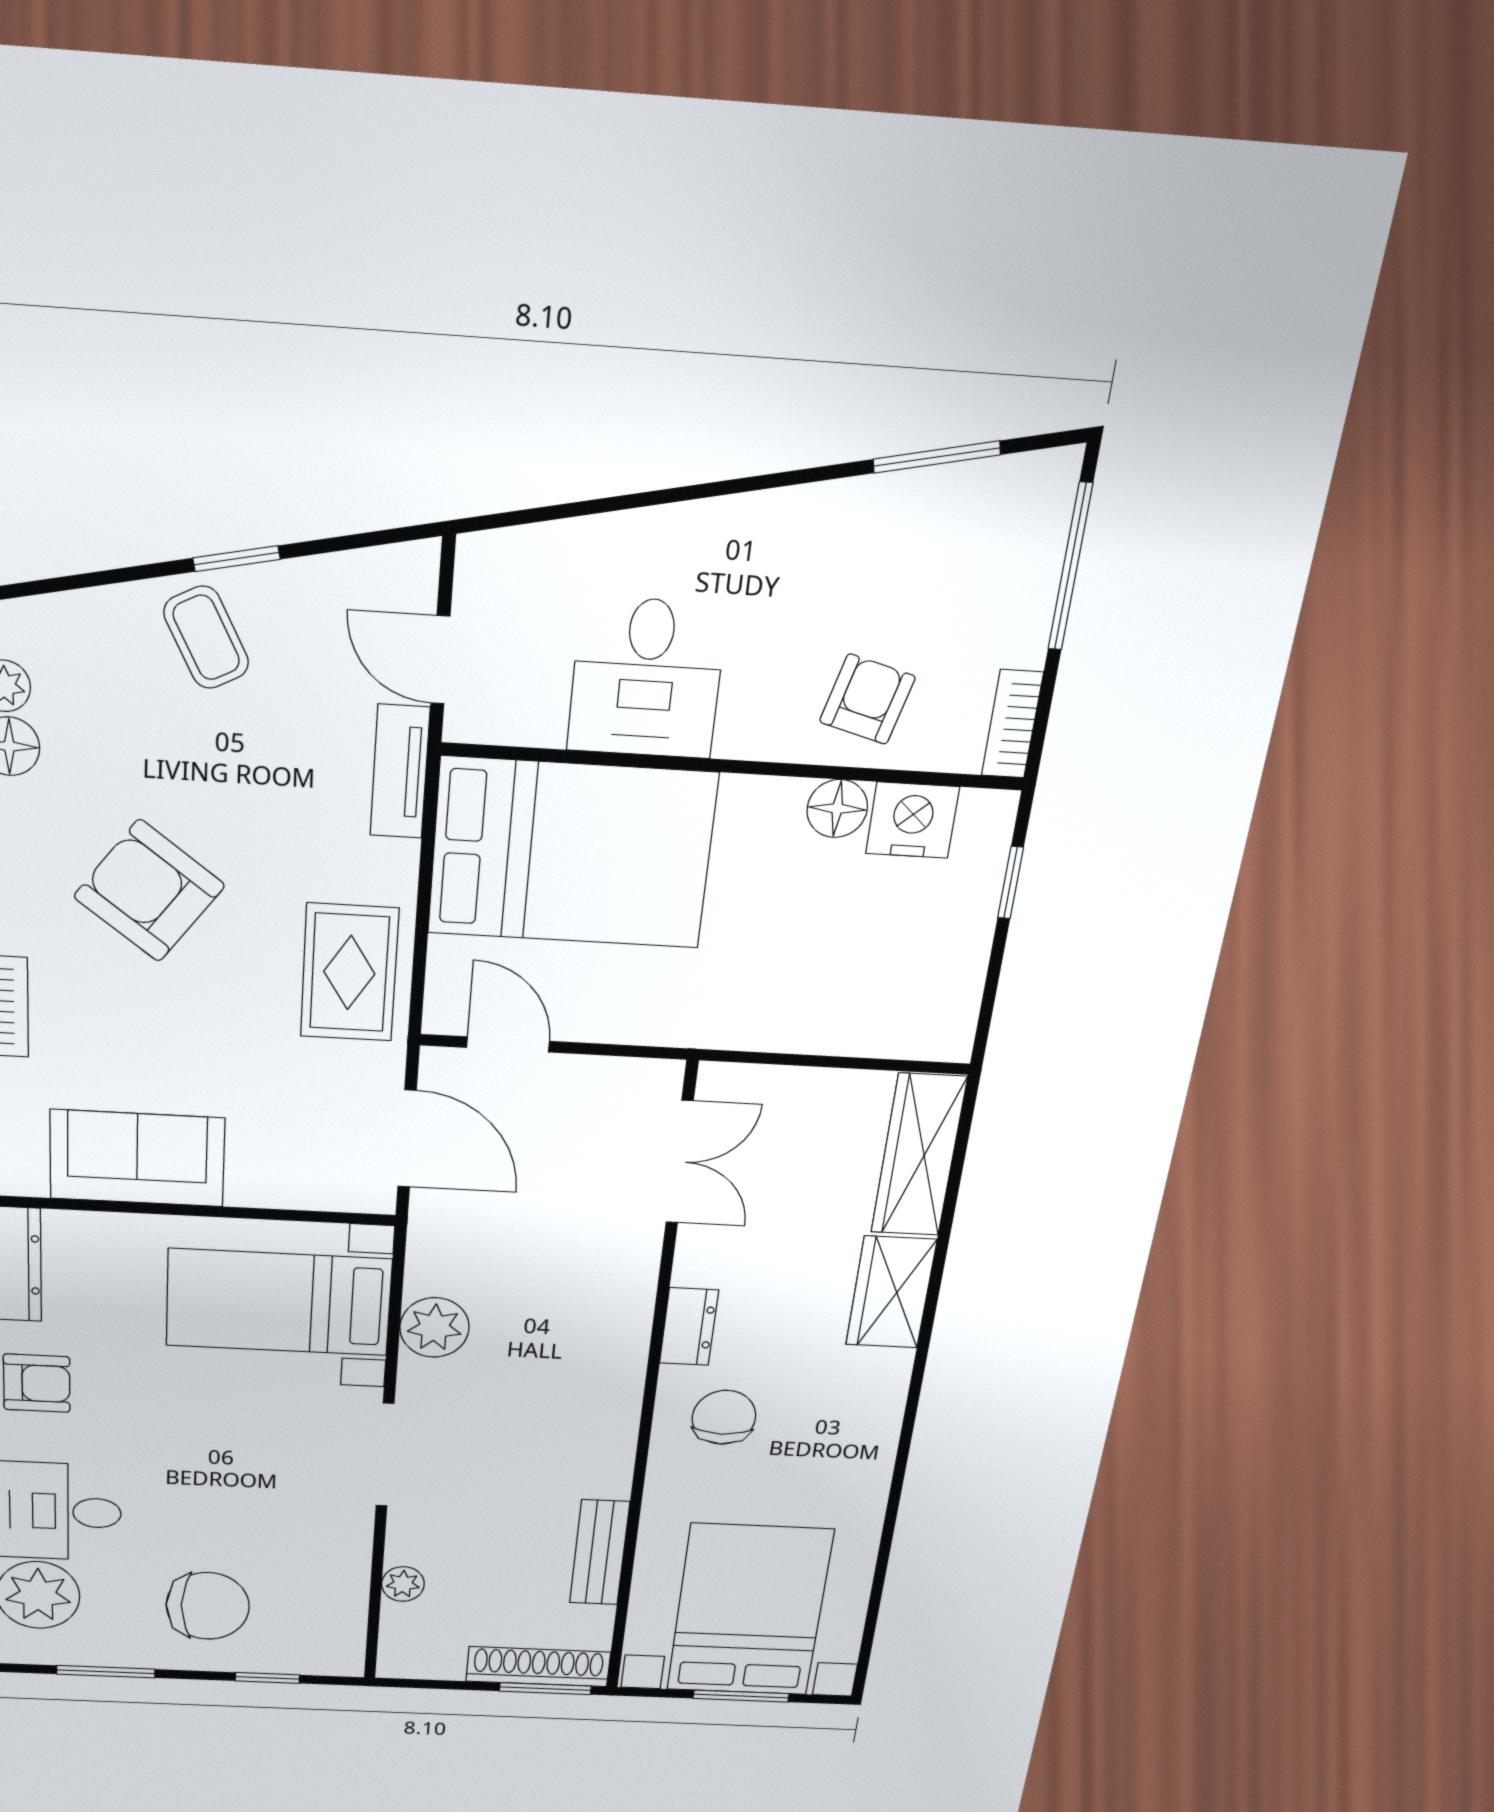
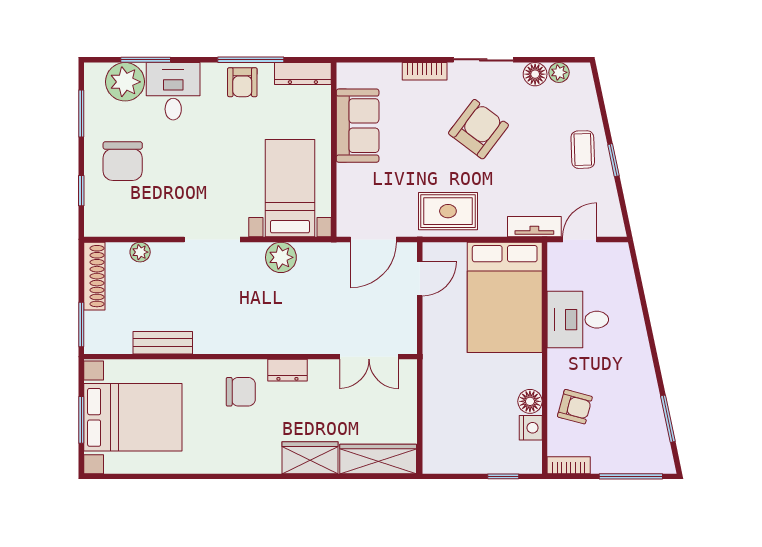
coffee table: (206, 637) -> (583, 150), turned -65
nightstand: (912, 820) -> (531, 428), width x0.74, depth x0.75
shoe rack: (538, 1667) -> (94, 276), moved

